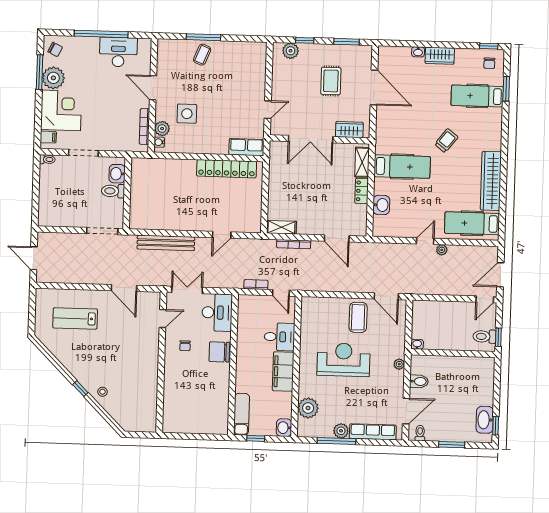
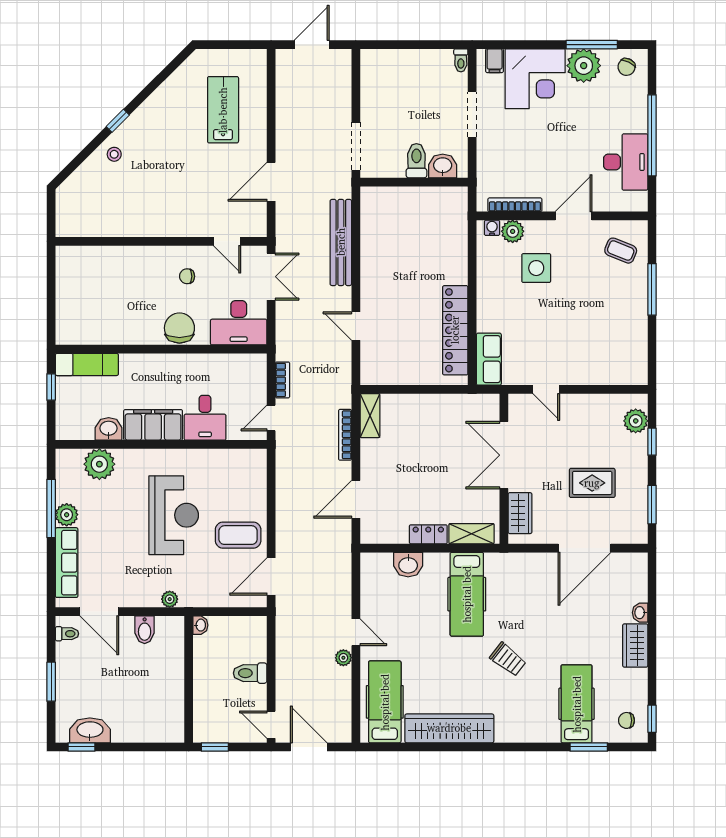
coffee table: (202, 55) -> (621, 251), moved
toilet: (484, 336) -> (250, 673), moved, turned -90
washbasin: (284, 428) -> (109, 429), moved

